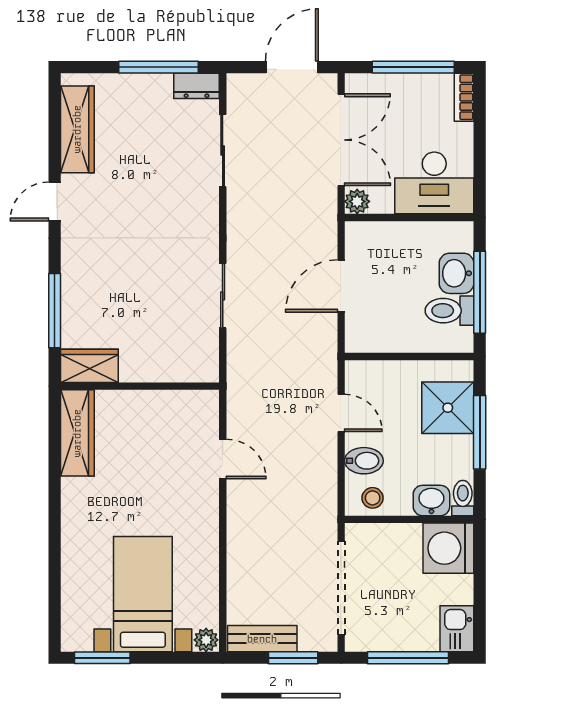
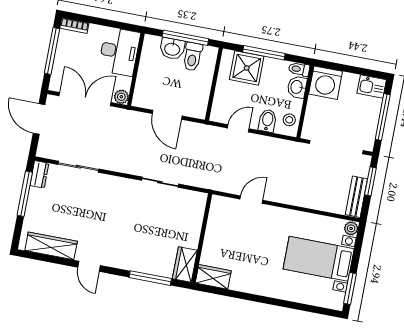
wardrobe: (77, 433) -> (213, 277), width x0.67

